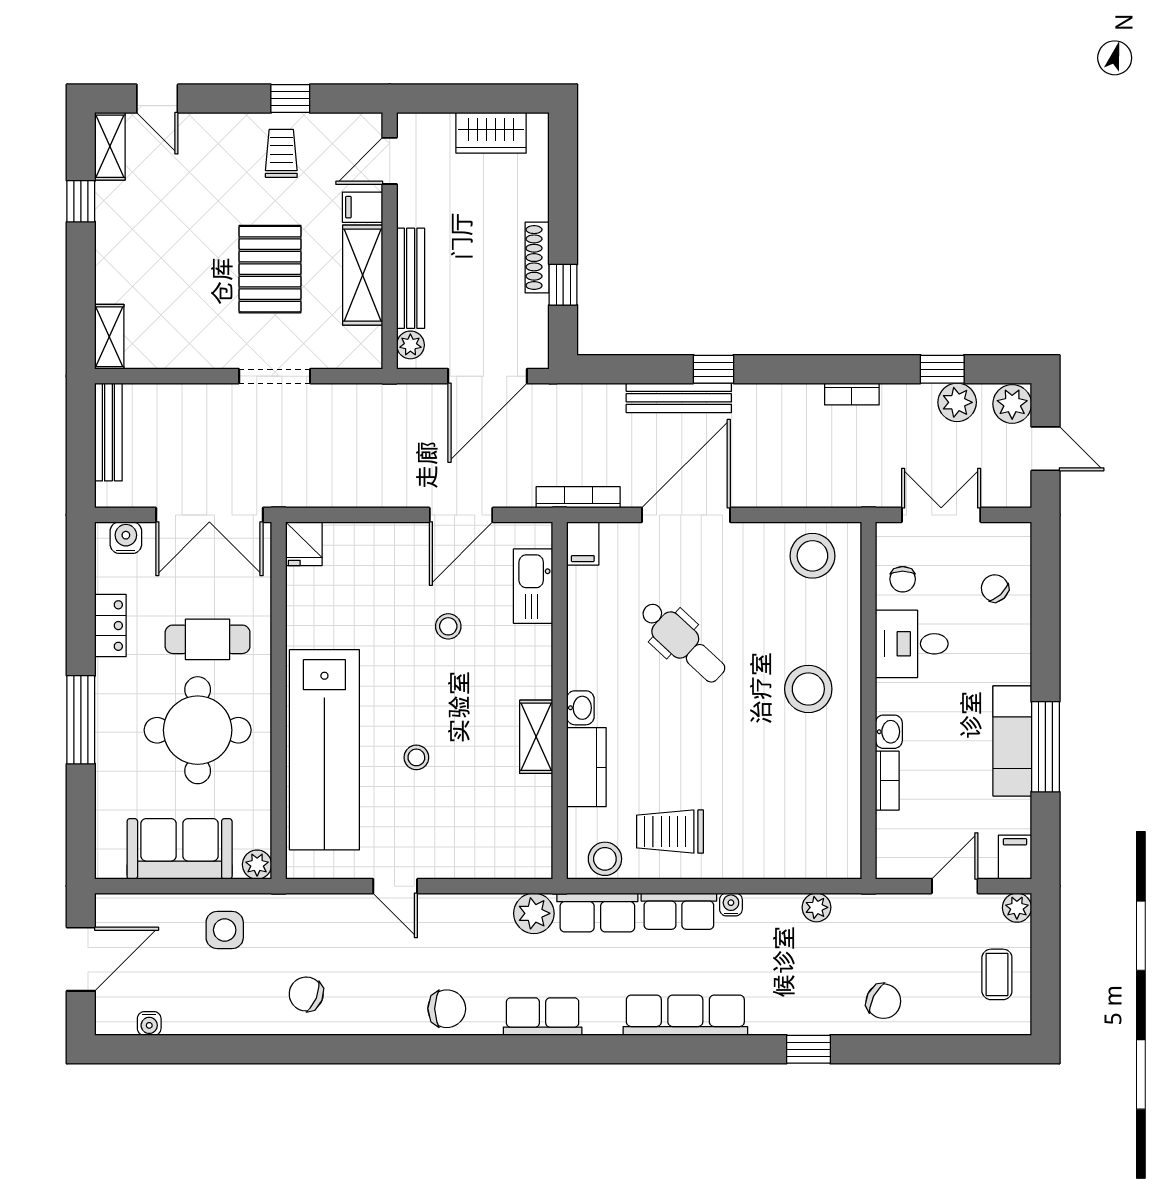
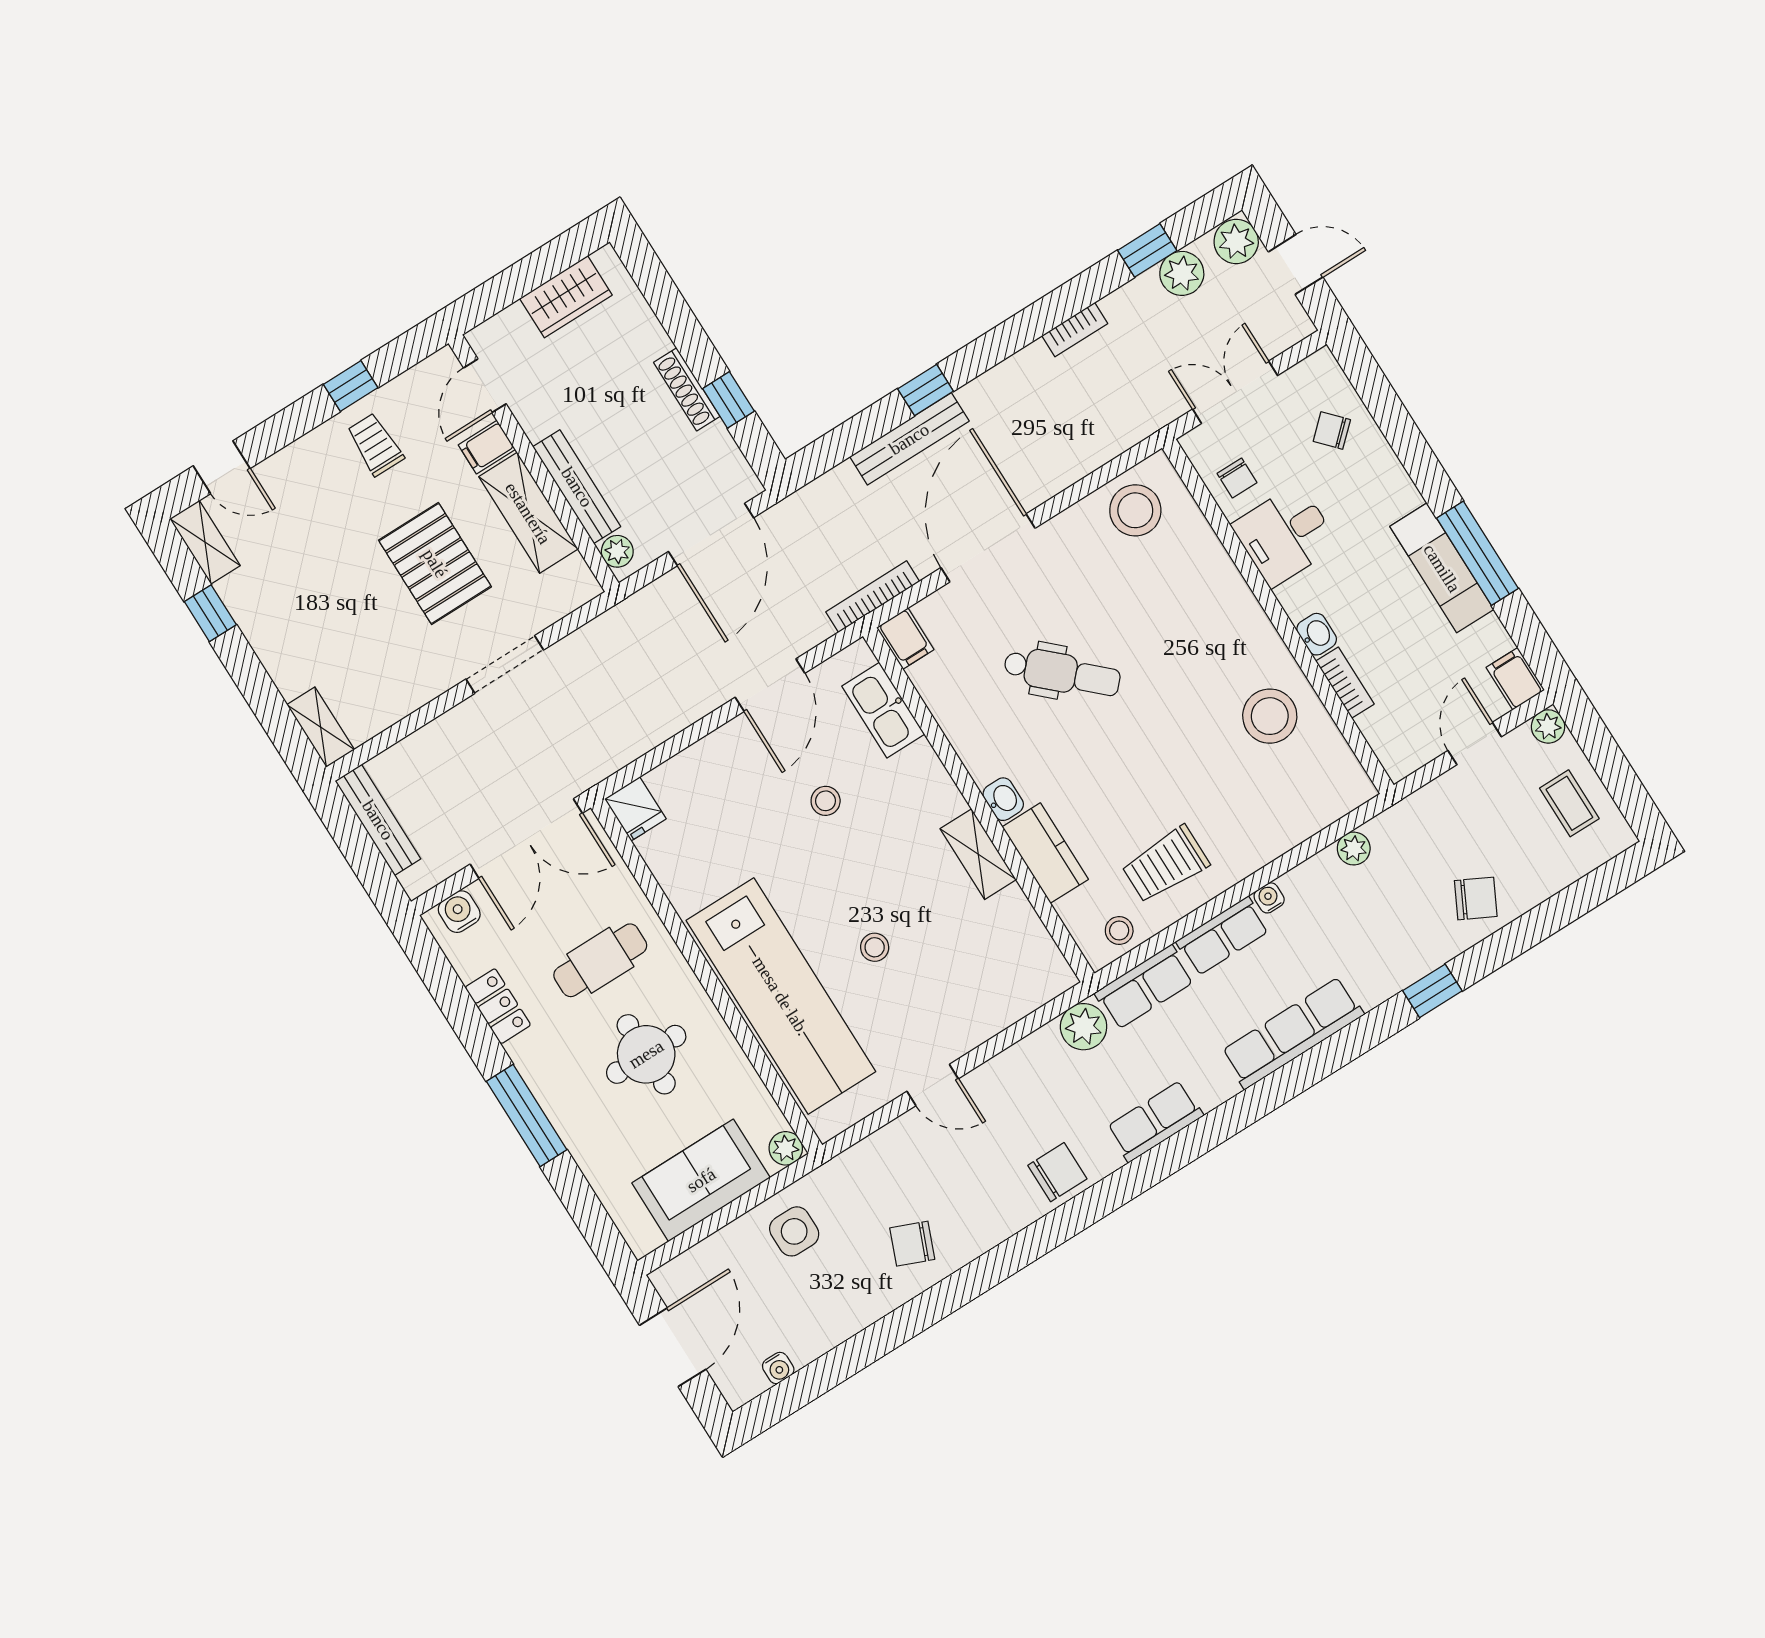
stool: (808, 689) -> (1270, 716), moved
round table: (198, 730) -> (646, 1054), width x0.73, depth x0.73
stool: (605, 859) -> (1119, 931), width x0.73, depth x0.73

